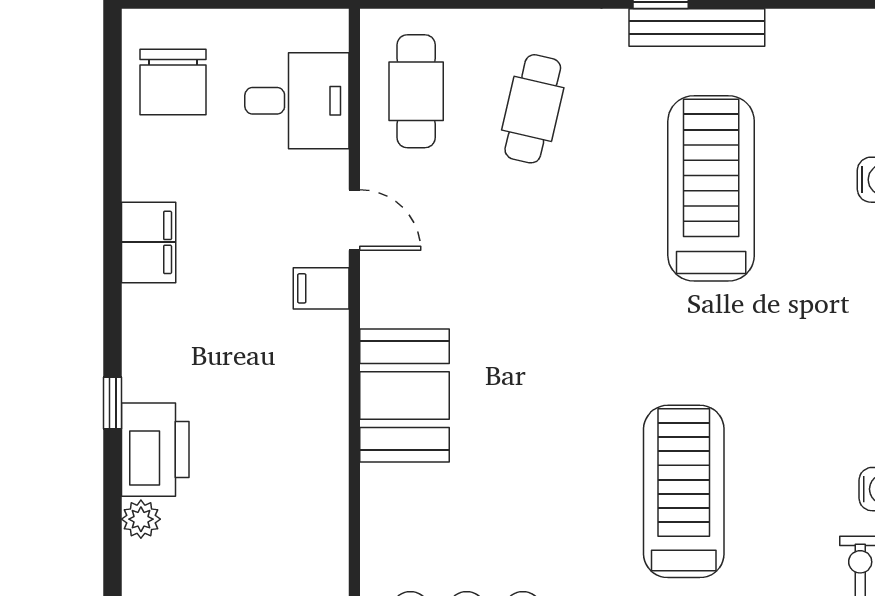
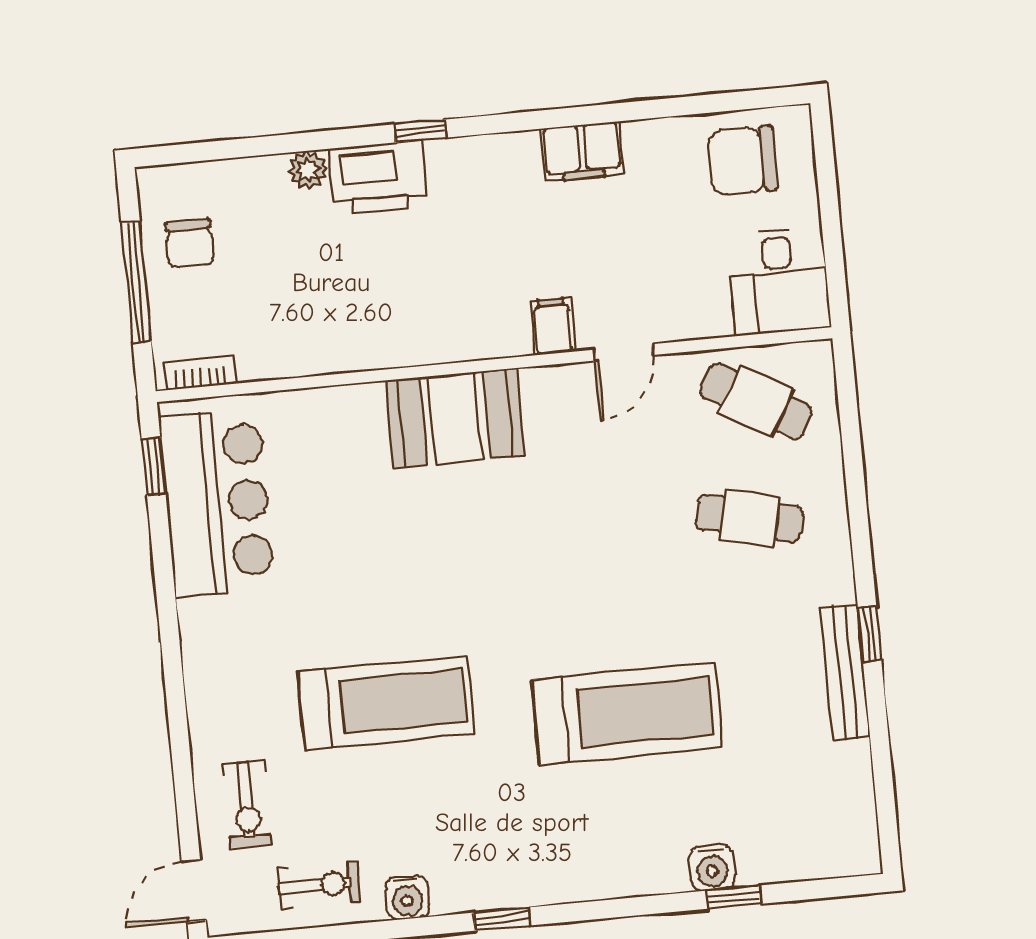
cafe table: (416, 91) -> (756, 401), turned 30
desk: (297, 101) -> (779, 281), moved
treadmill: (711, 188) -> (627, 714), moved

